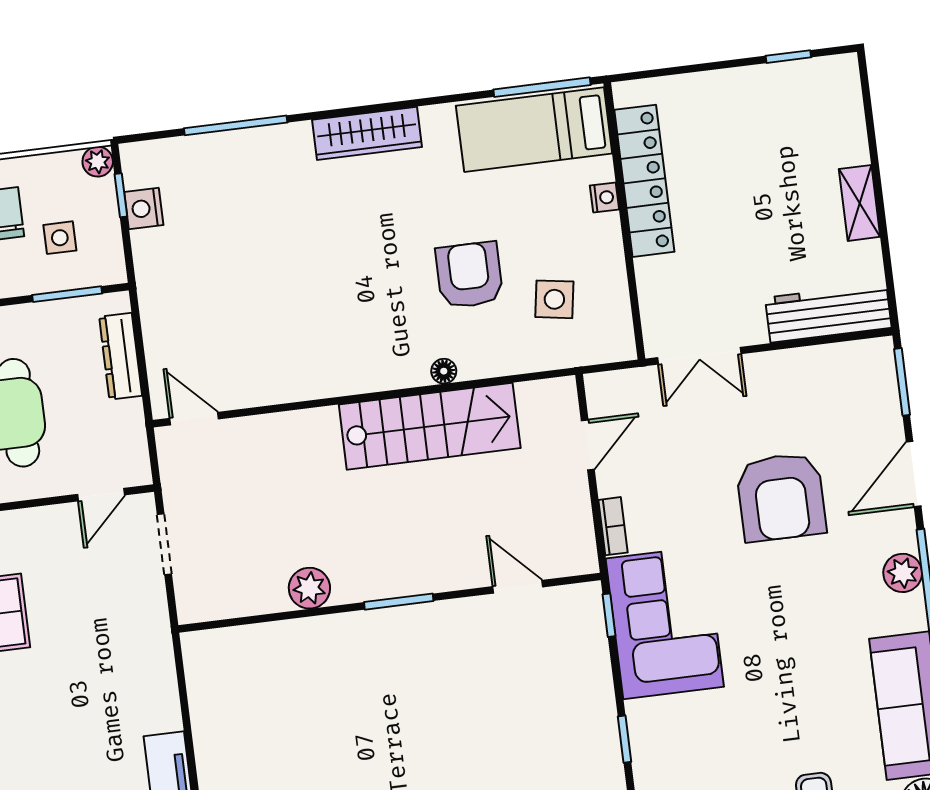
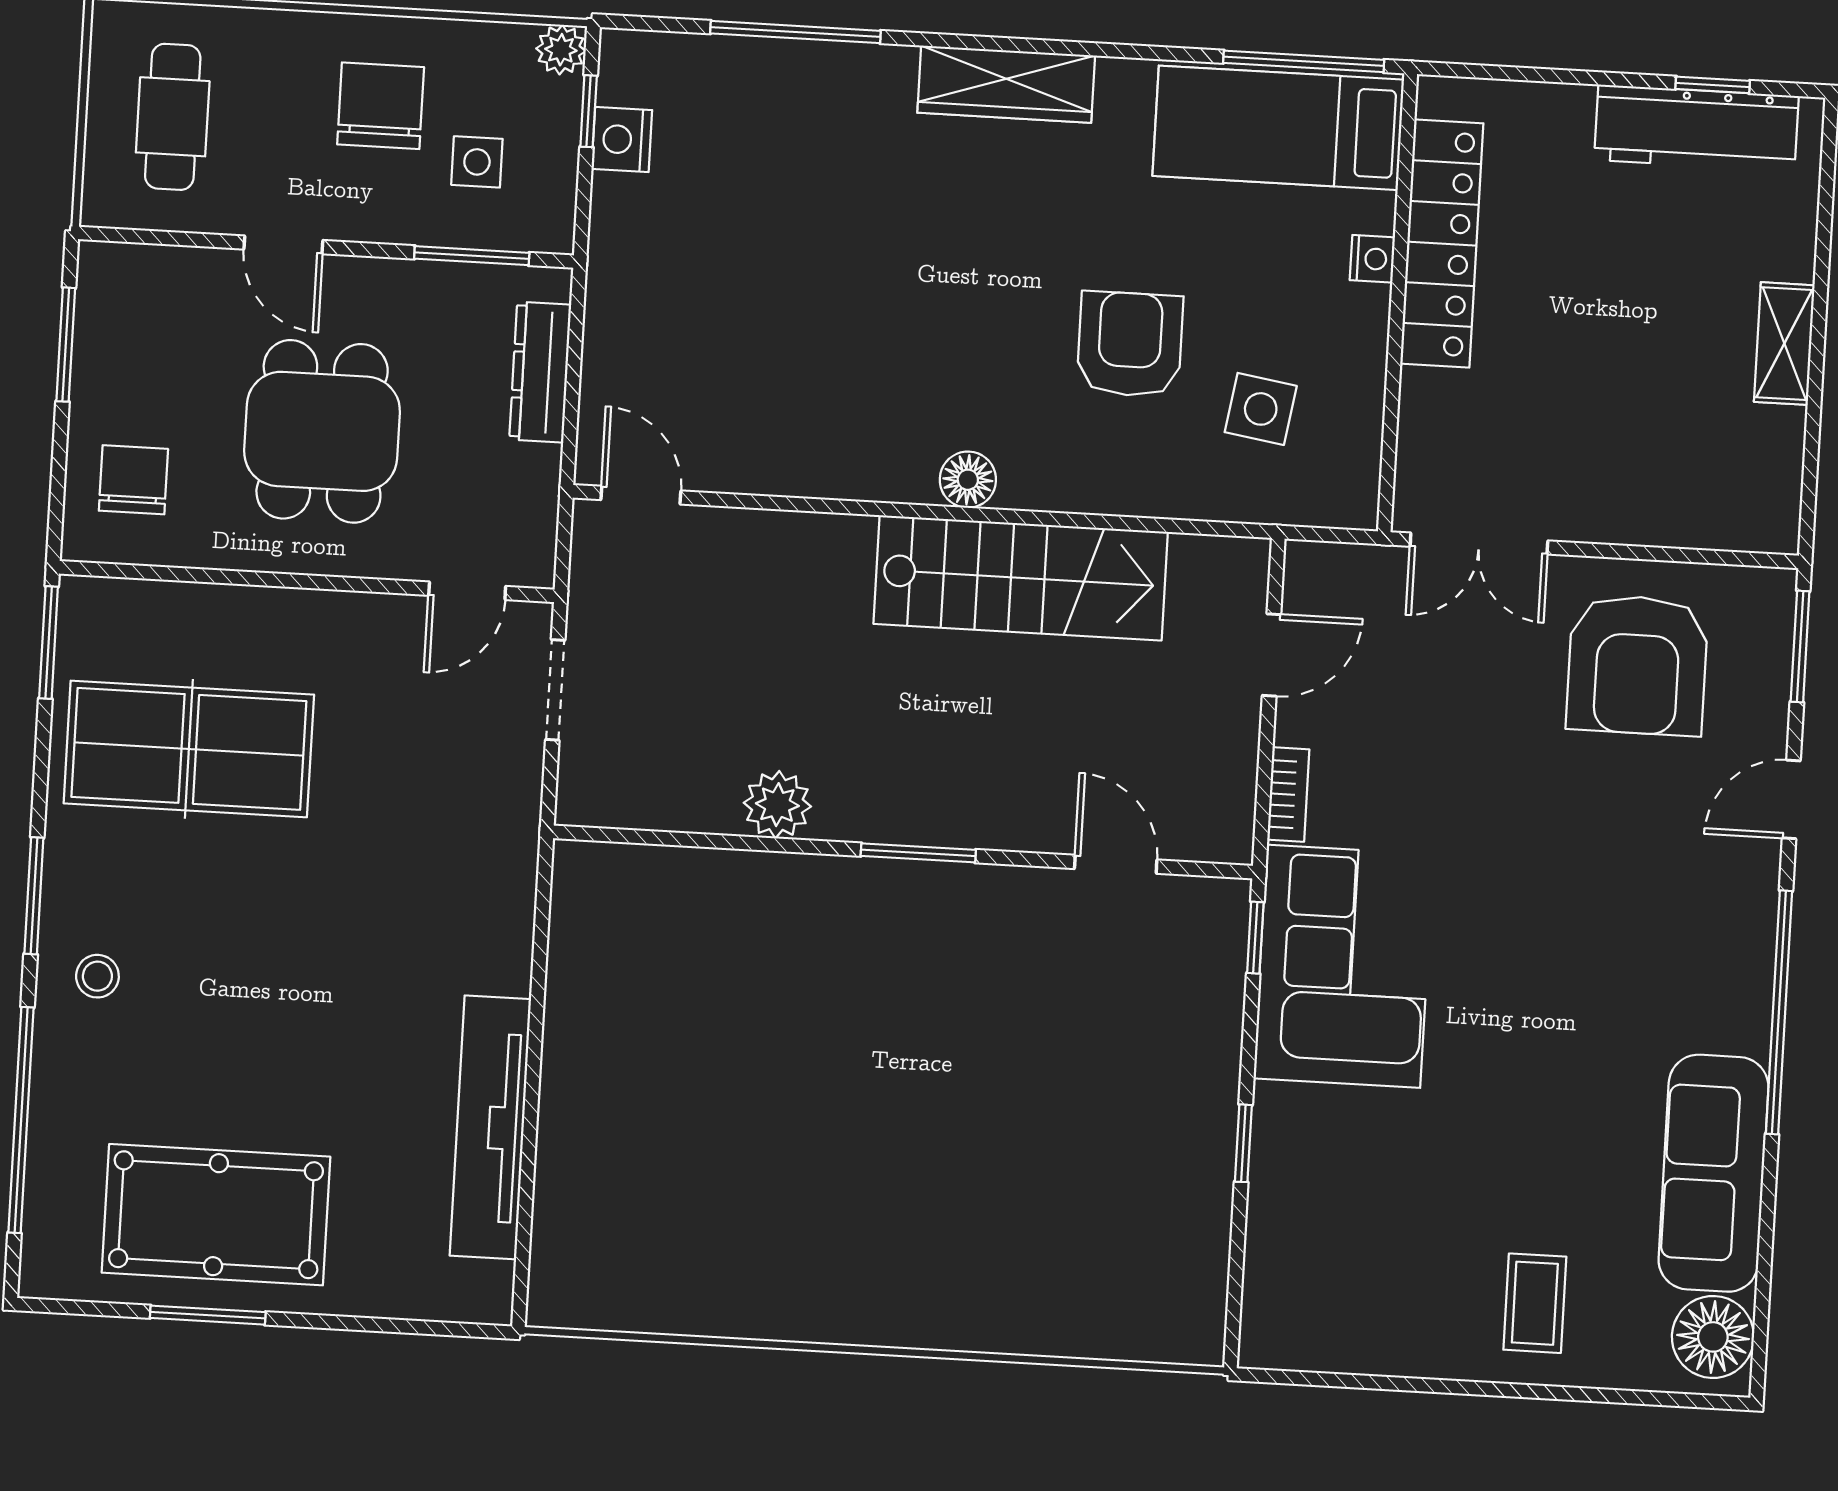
workbench: (828, 313) -> (1696, 128), moved, turned 180
floor lamp: (444, 371) -> (968, 480), moved, width x1.37, depth x1.37
door: (914, 474) -> (1791, 799), width x0.73
armchair: (781, 497) -> (1637, 665), moved
plant: (903, 573) -> (1744, 956), removed

